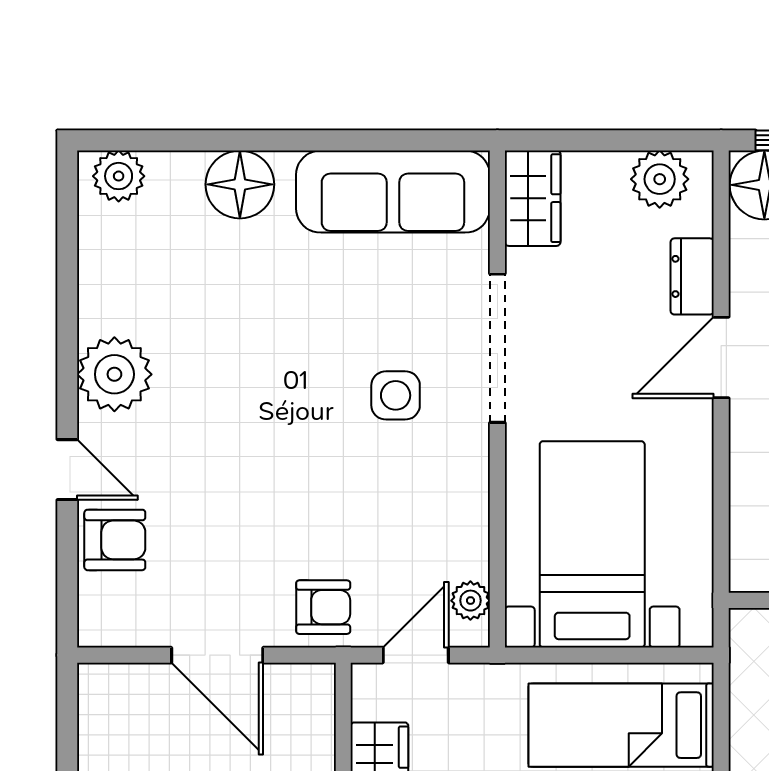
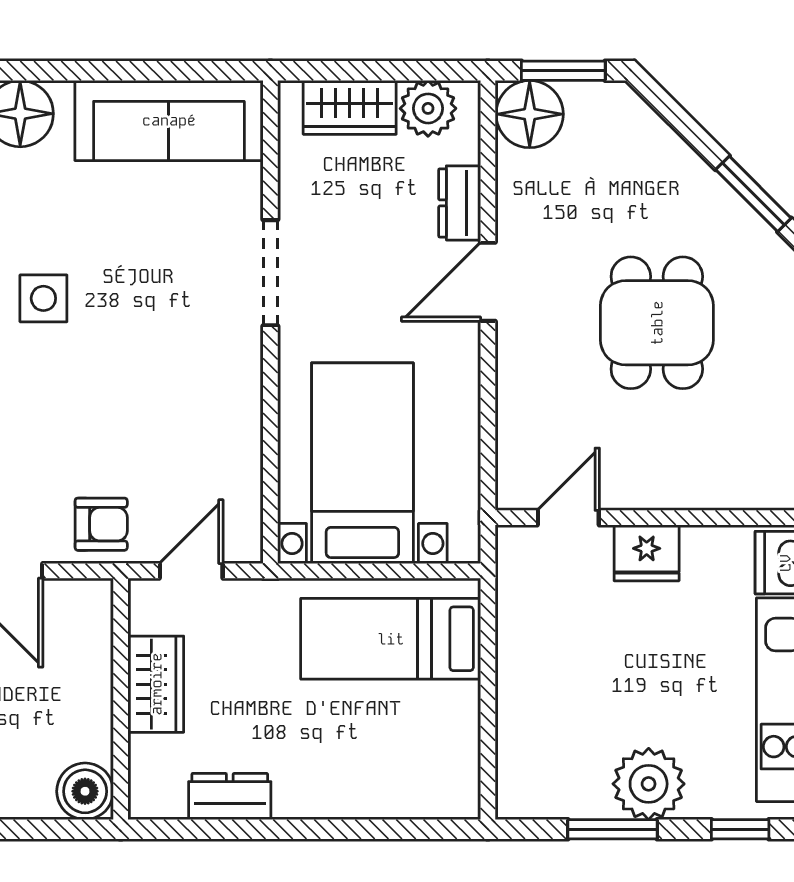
wardrobe: (533, 198) -> (350, 107), moved, turned 90
doorway: (497, 348) -> (270, 273), width x0.73
side table: (396, 395) -> (43, 298), moved
plant: (470, 601) -> (244, 518), removed

